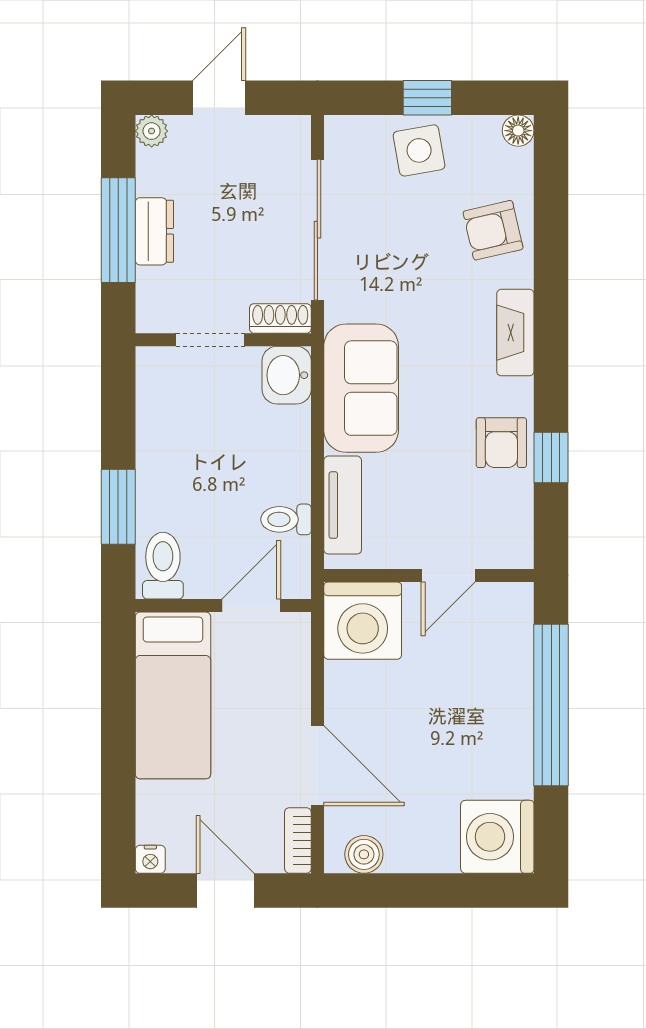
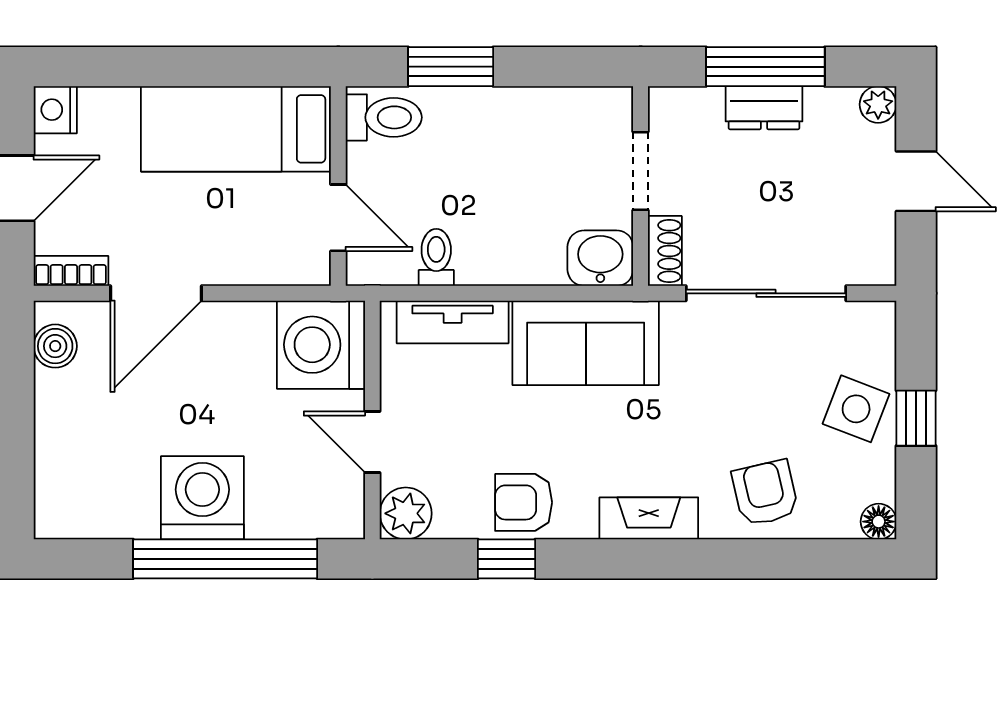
side table: (419, 150) -> (856, 409), turned 31
plant: (511, 546) -> (406, 513), added
washing machine: (497, 837) -> (202, 498), moved
nightstand: (150, 859) -> (55, 110), width x1.39, depth x1.35

